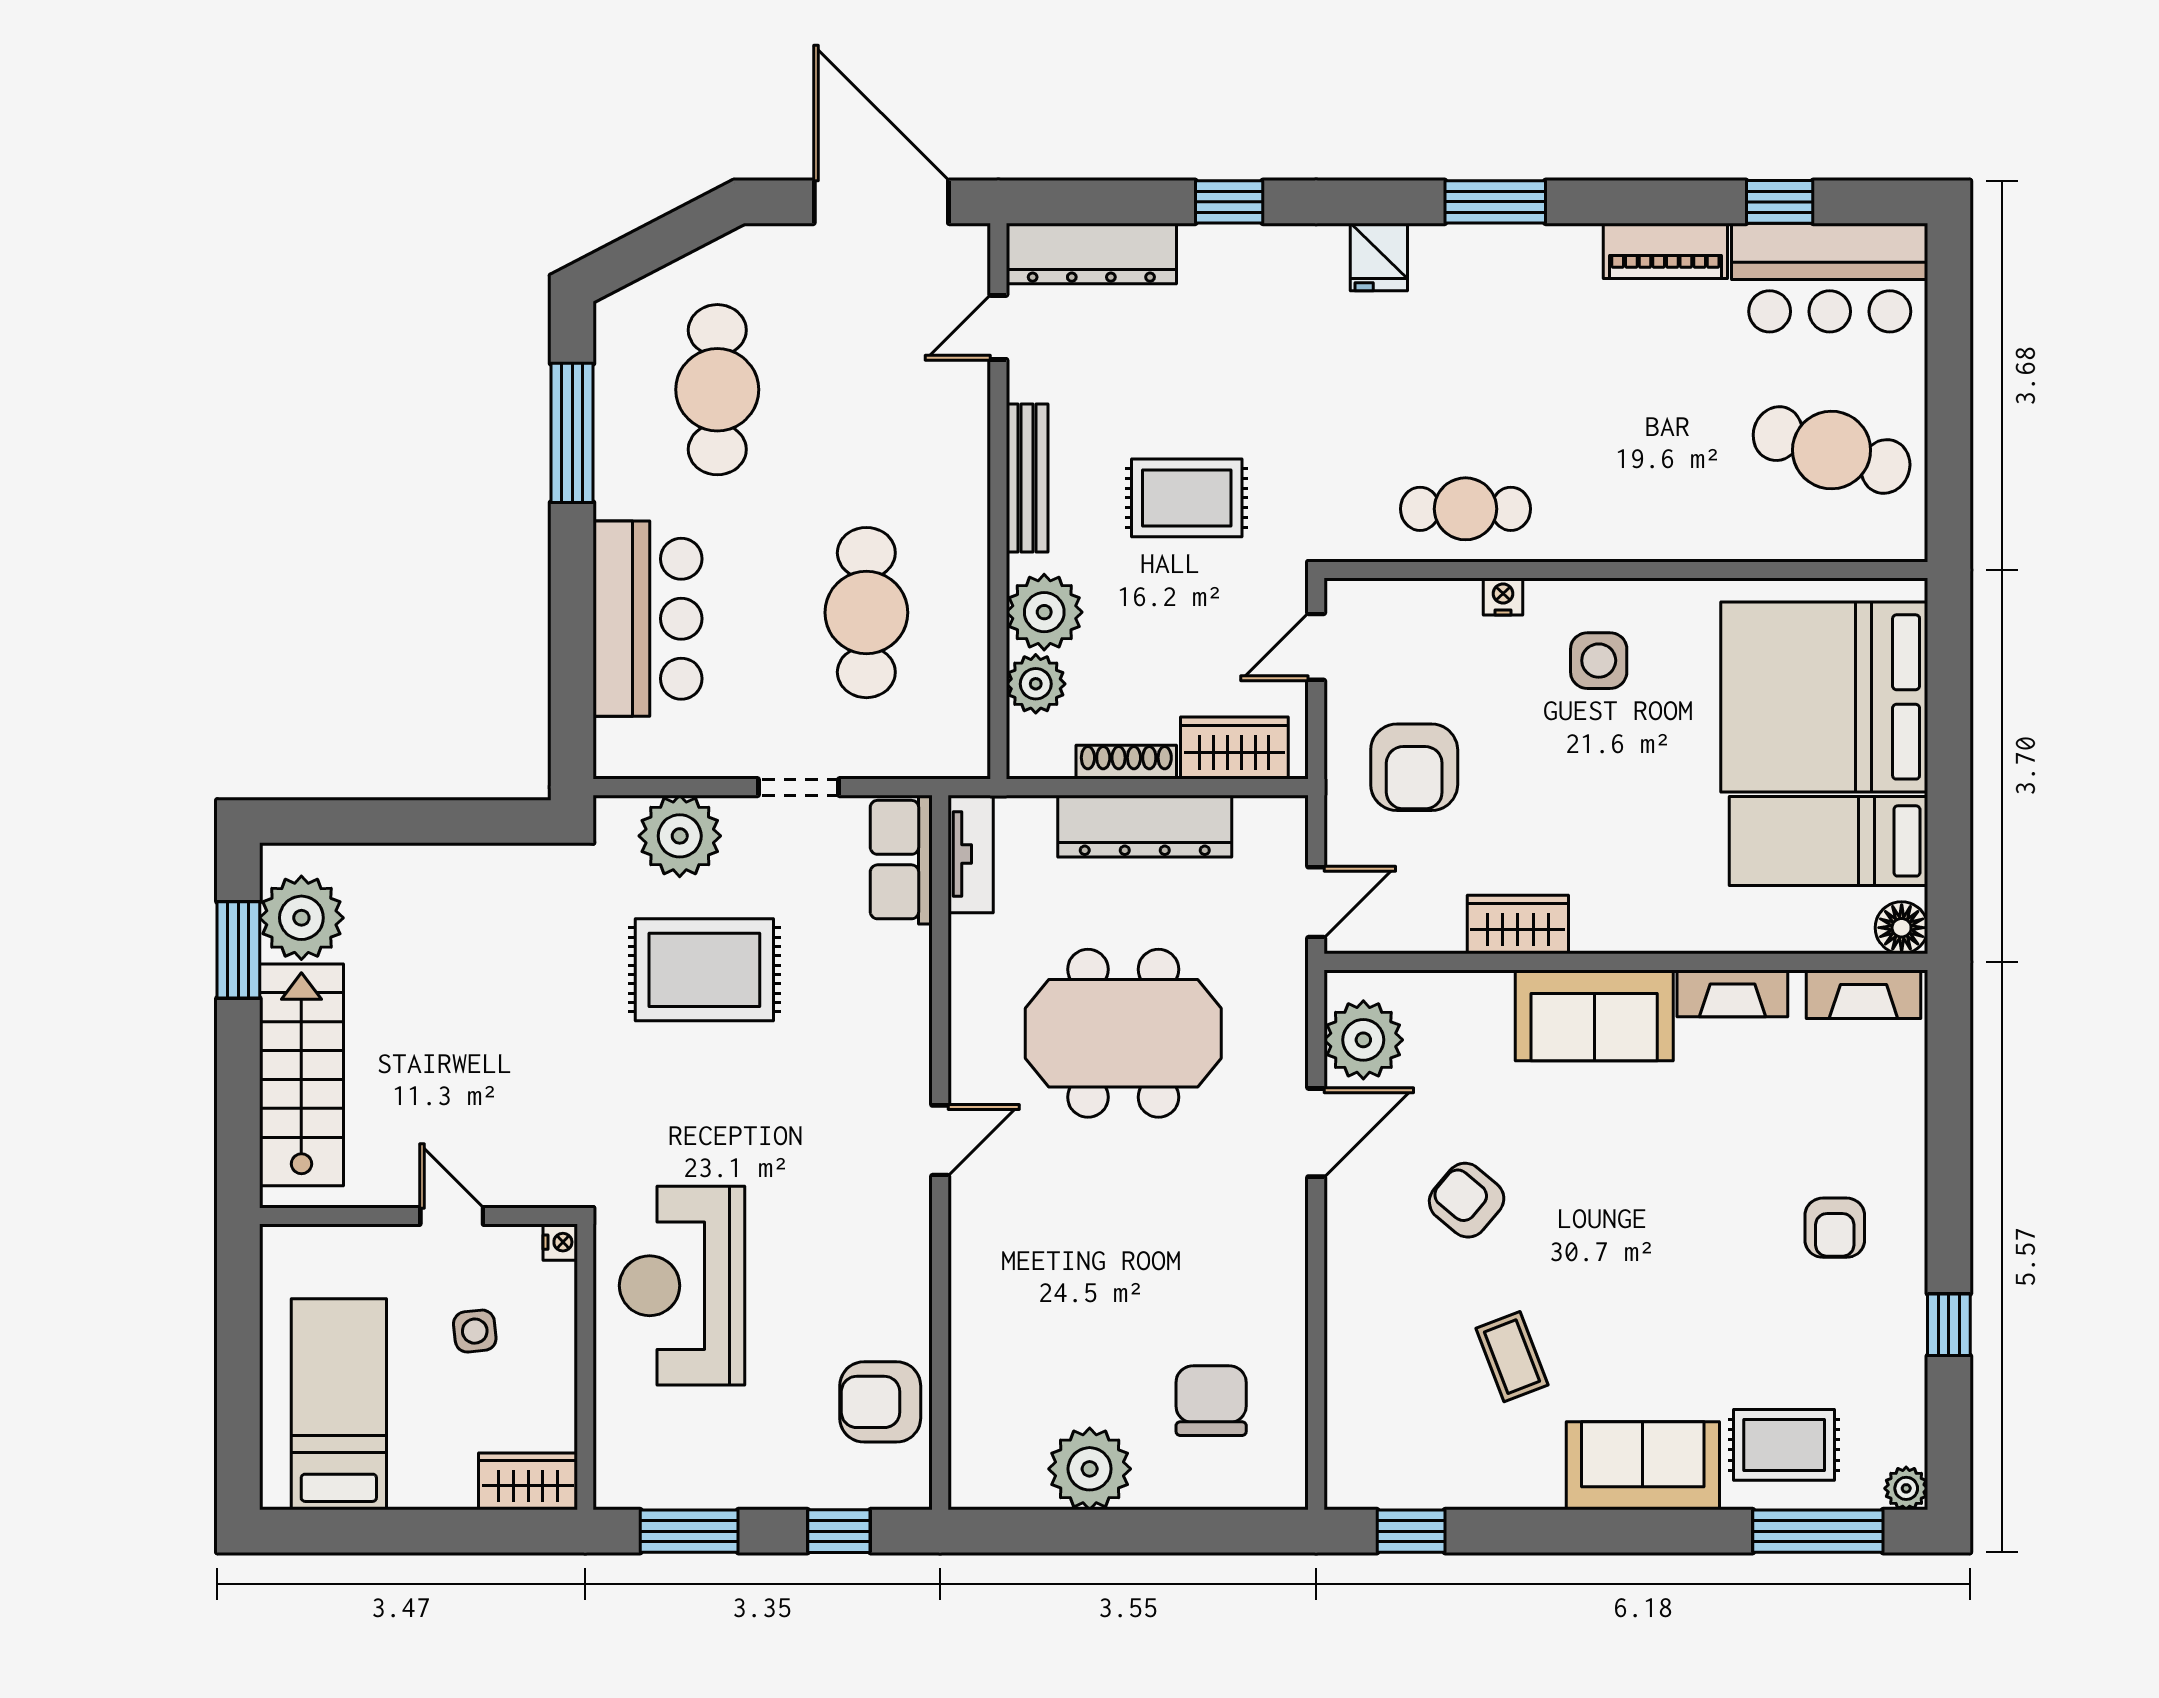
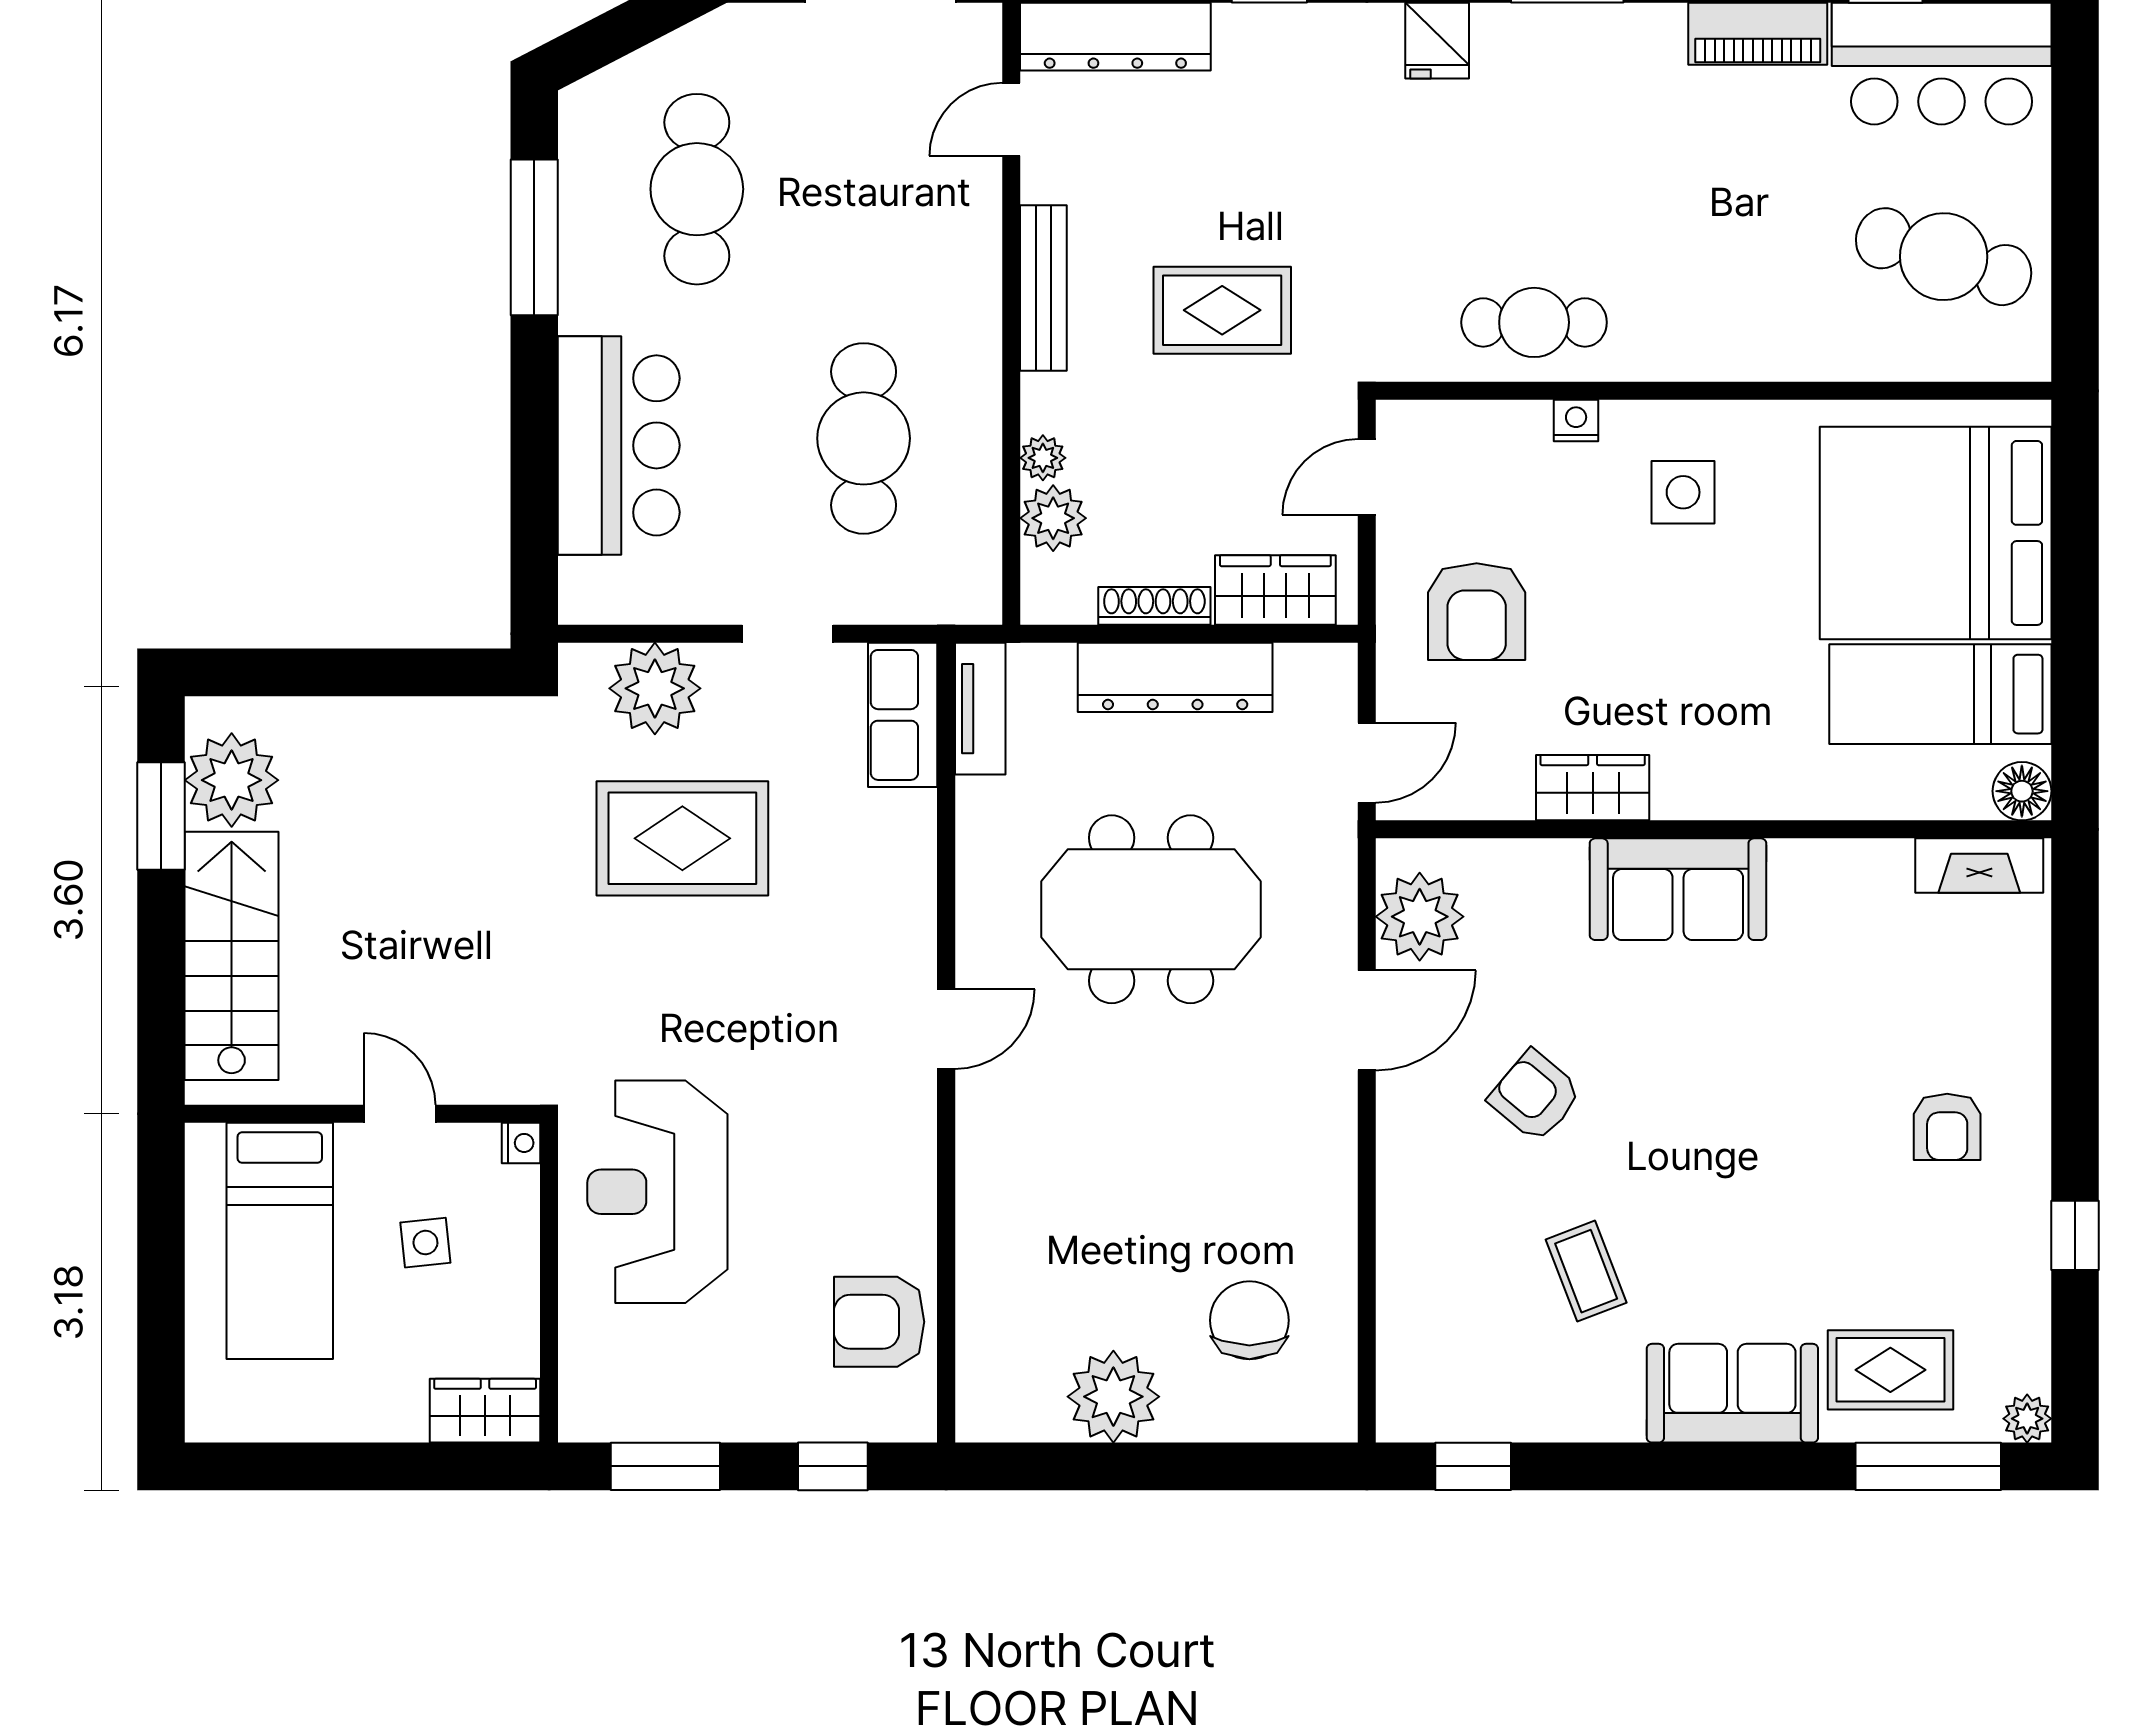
plant: (1044, 612) -> (1043, 458), width x0.53, depth x0.53
fireplace: (1732, 993) -> (1833, 865), removed
bed: (339, 1404) -> (280, 1241), moved, turned 180

